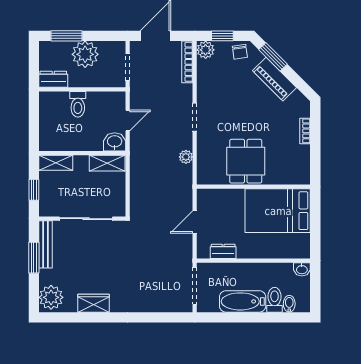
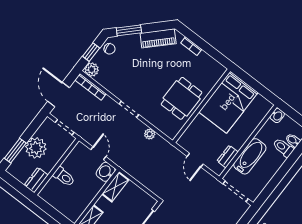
piano: (274, 79) -> (158, 38), moved
dining table: (246, 161) -> (182, 98), turned 90
bathtub: (243, 301) -> (250, 156), moved, turned 180

